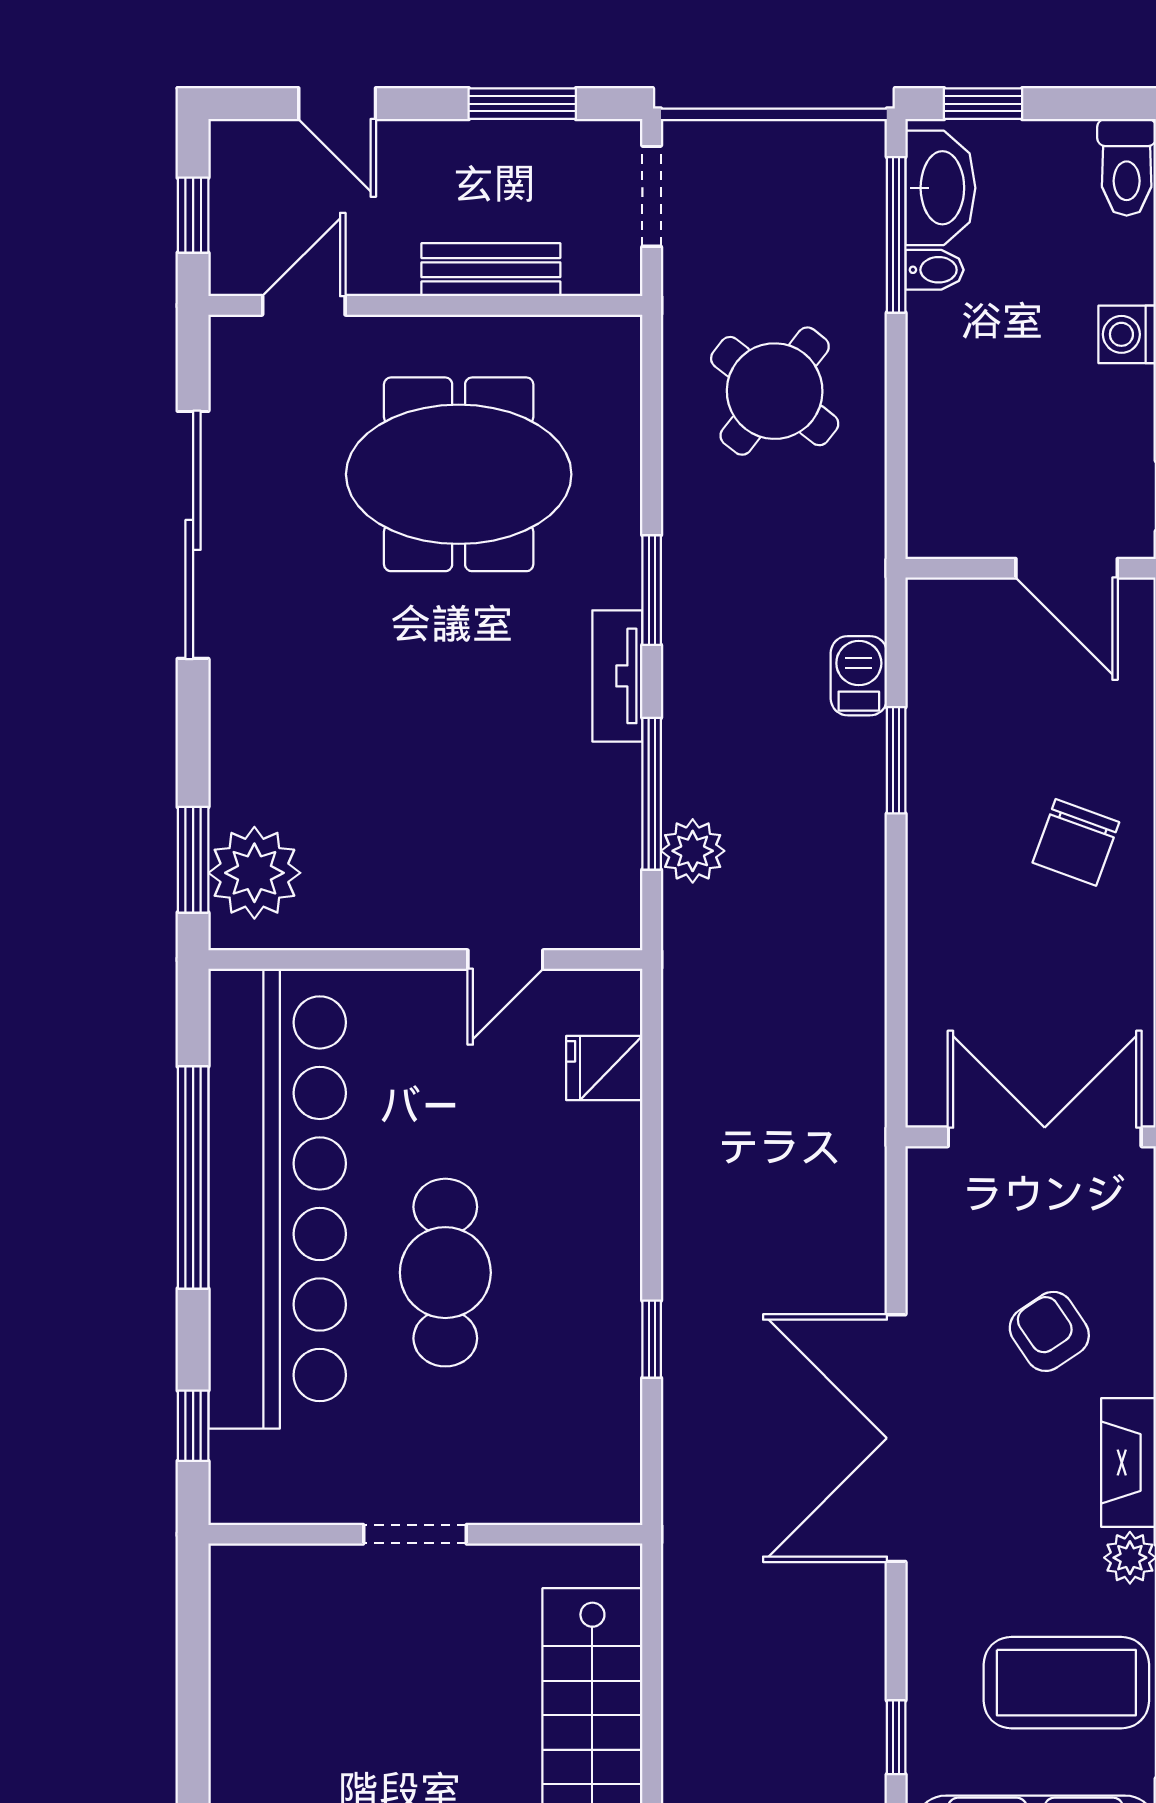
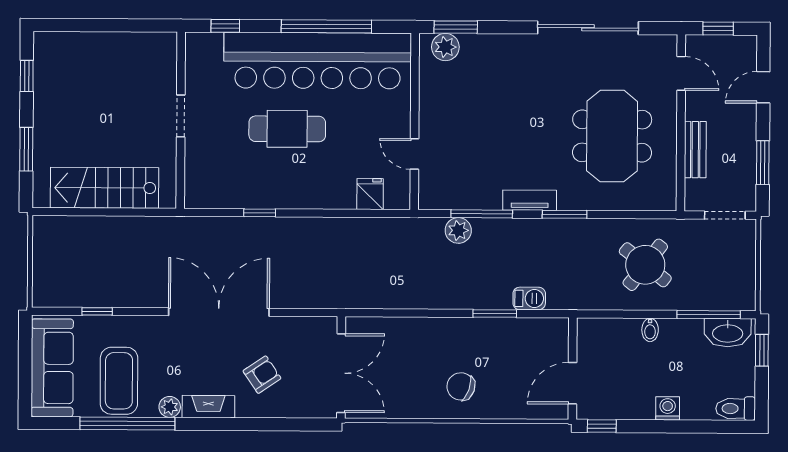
bidet: (934, 270) -> (650, 330), moved
plant: (254, 873) -> (445, 47), width x0.73, depth x0.73

